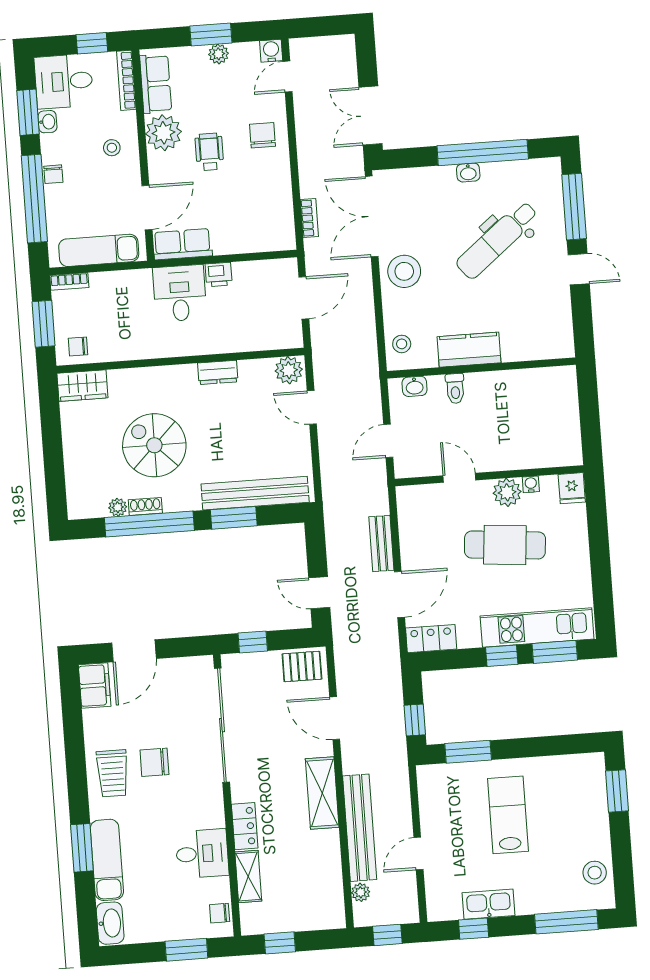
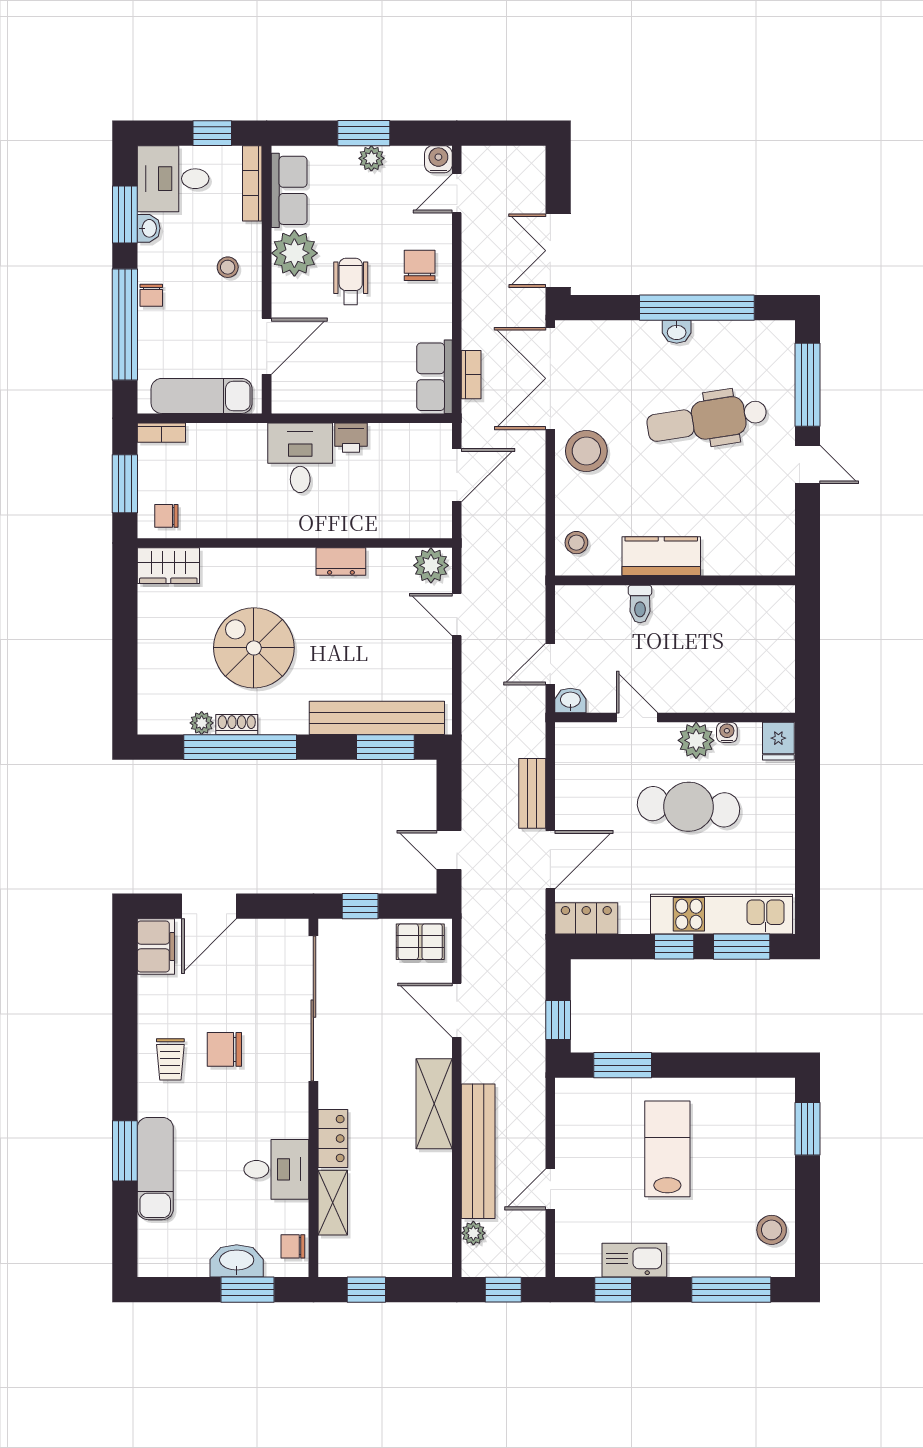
dental chair: (497, 240) -> (707, 420), turned 30
row of seats: (182, 244) -> (434, 377), moved, turned -90
washbasin: (415, 386) -> (570, 700), moved, turned 180
window: (234, 518) -> (385, 747), moved
trolley: (113, 773) -> (170, 1059), width x0.73, depth x0.72
washbasin: (110, 923) -> (237, 1261), moved, turned -90

